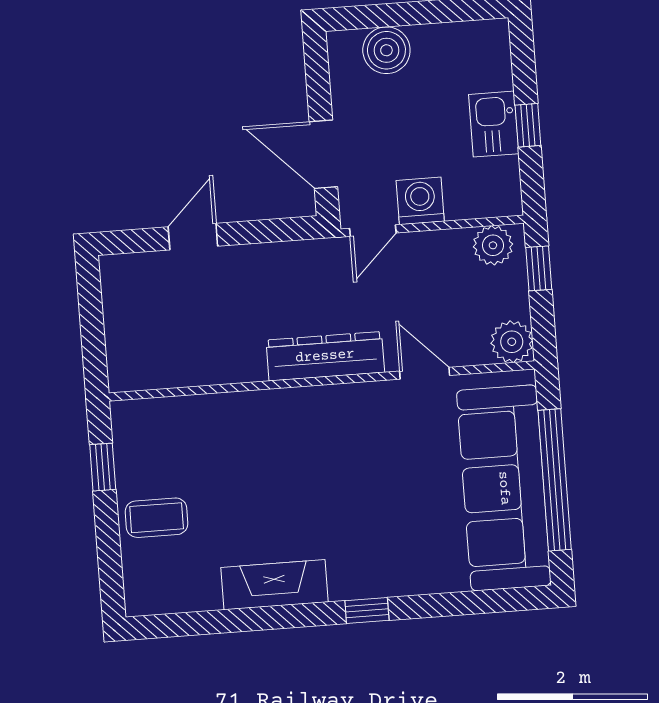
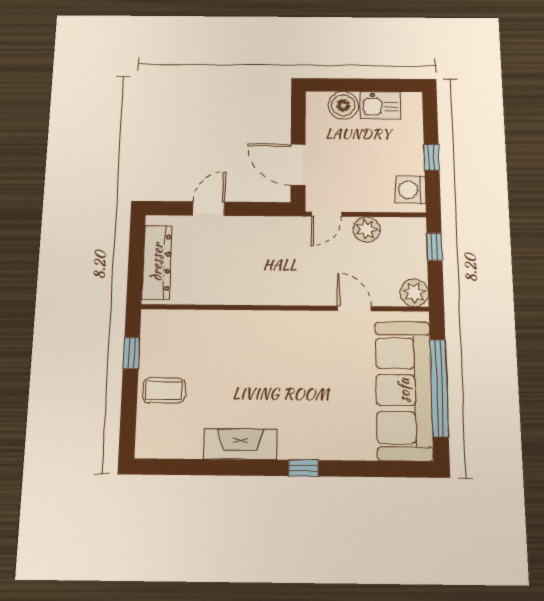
kitchen sink: (494, 124) -> (380, 105), moved, turned -90
washing machine: (420, 201) -> (411, 190), moved, turned -90
plant: (493, 245) -> (367, 229), moved
dresser: (325, 356) -> (157, 262), moved, turned 90

